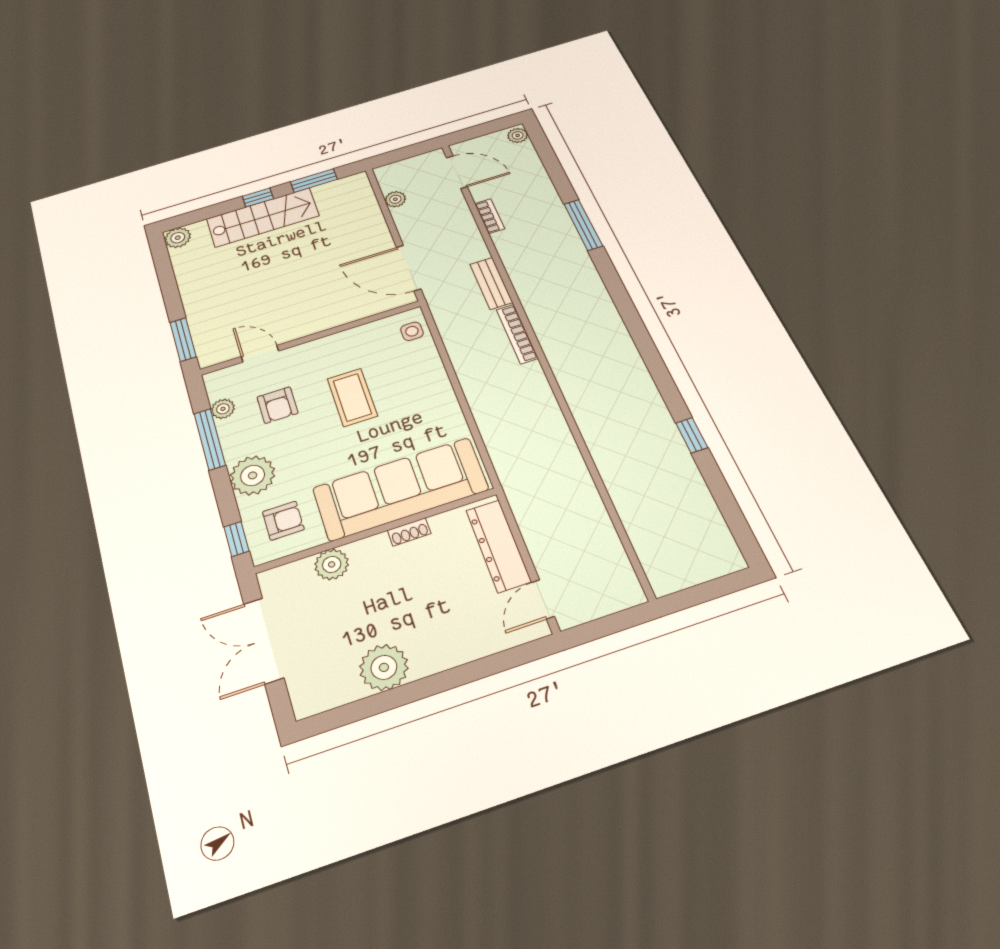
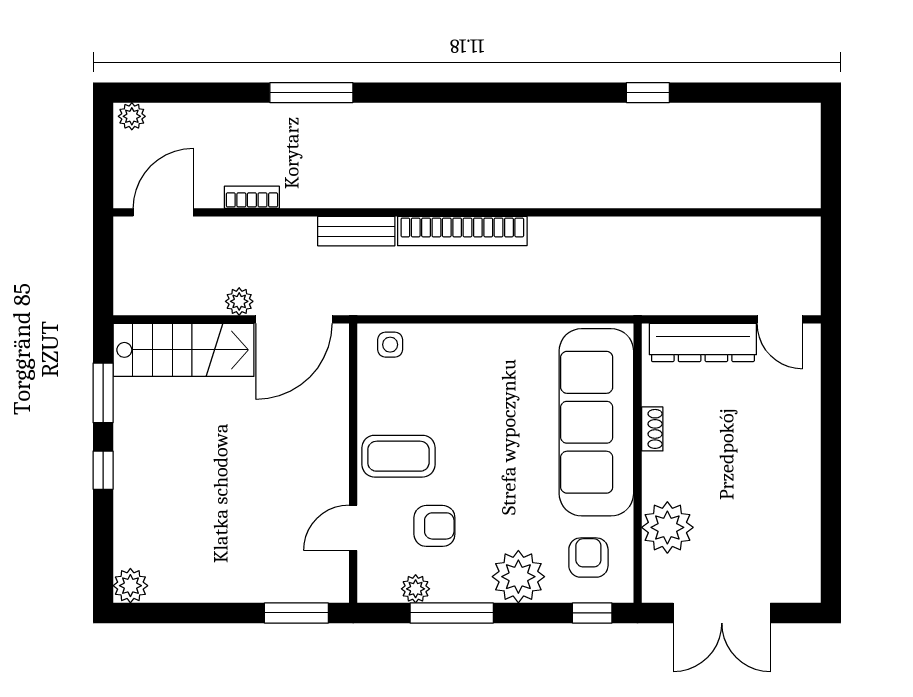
plant: (395, 199) -> (239, 301), moved
stairs: (263, 217) -> (183, 350), moved, turned 90
bookcase: (517, 334) -> (462, 231), width x1.48, depth x1.31
coffee table: (352, 397) -> (398, 456), moved
plant: (332, 564) -> (667, 527), width x1.36, depth x1.36
plant: (384, 667) -> (795, 501), removed

